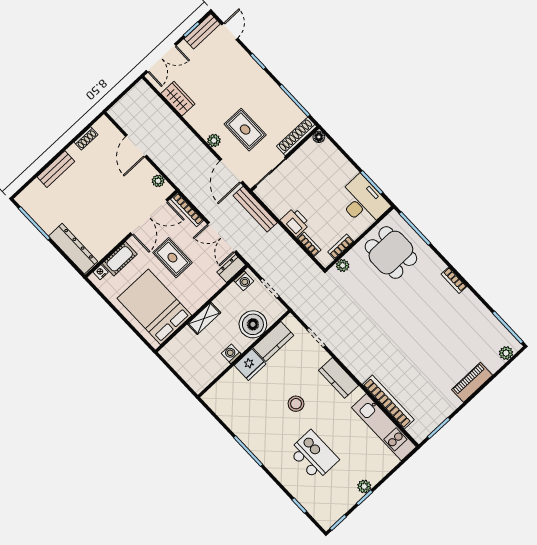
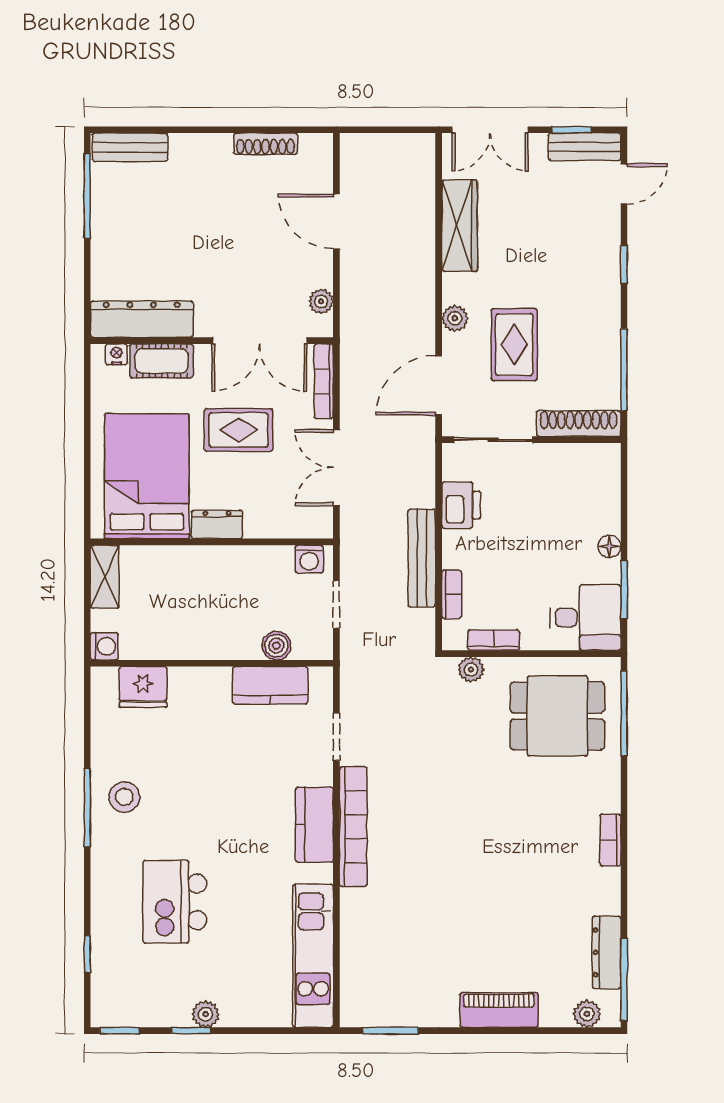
wardrobe: (178, 99) -> (460, 226), width x1.50
floor lamp: (319, 137) -> (610, 546), moved
shoe rack: (86, 138) -> (266, 144), width x1.43
door: (136, 146) -> (336, 222), hinge flipped
bench: (56, 169) -> (130, 147), moved
desk: (363, 202) -> (585, 618), width x0.73
bench: (255, 209) -> (422, 558), moved
printer: (295, 222) -> (461, 505), moved
dresser: (73, 249) -> (142, 319), moved, turned -90
dining table: (391, 253) -> (557, 716), turned 90
rug: (172, 258) -> (239, 430), turned 90
dresser: (231, 268) -> (217, 524), moved
shelving: (204, 318) -> (105, 577), moved, turned 90
dresser: (492, 323) -> (607, 952), added
boiler: (253, 324) -> (276, 646), width x0.54, depth x0.54
washing machine: (231, 354) -> (104, 646), moved, turned 90
fridge: (250, 365) -> (143, 687), moved
bookcase: (388, 402) -> (353, 827), moved
stool: (296, 404) -> (124, 797), moved
kitchen island: (314, 455) -> (175, 902), turned 180

